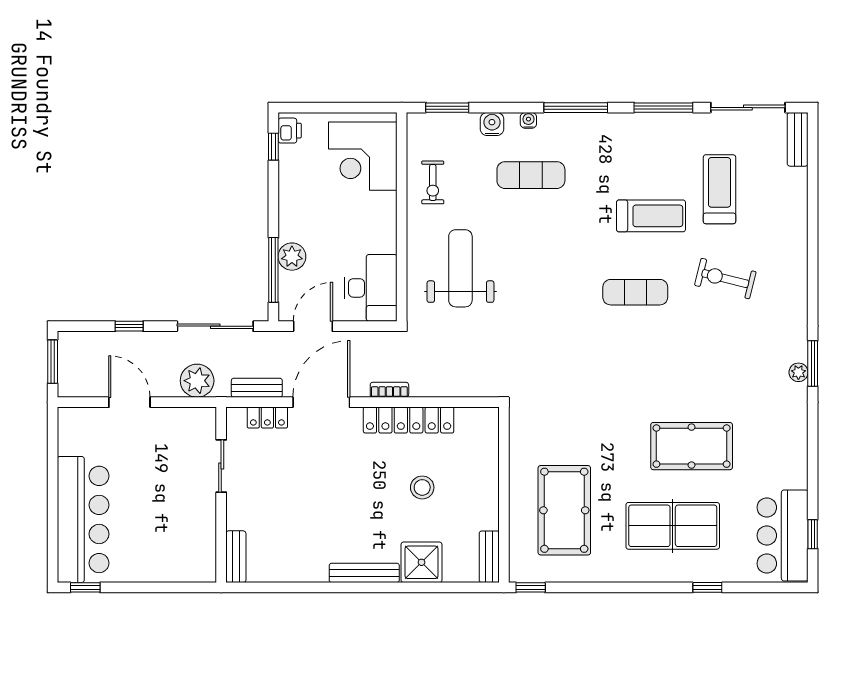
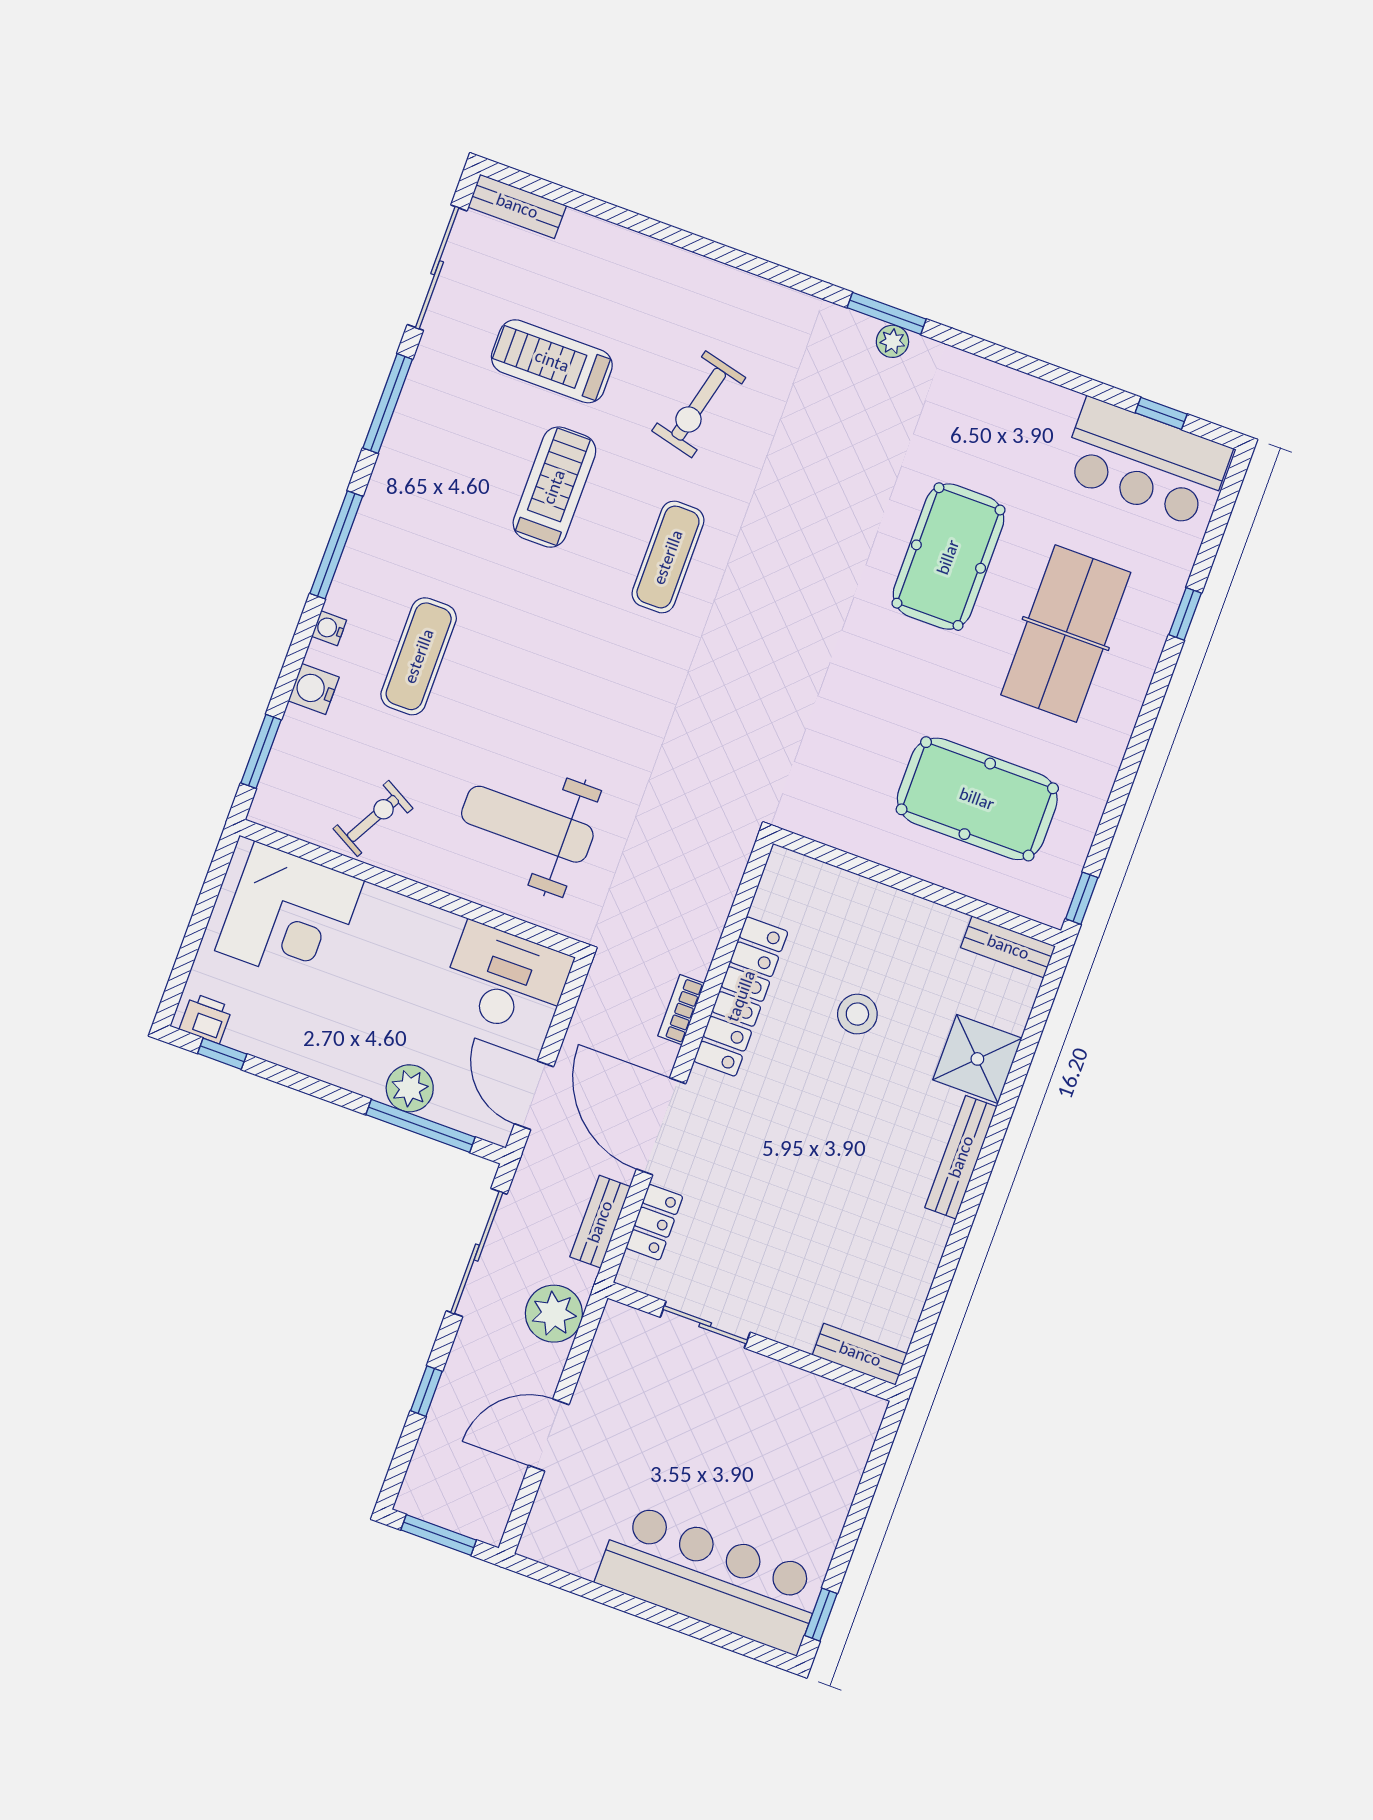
exercise bike: (433, 182) -> (373, 818), turned -61

